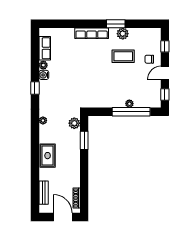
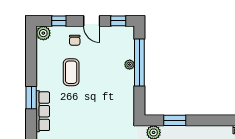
window: (116, 24) -> (31, 98), moved
plant: (123, 34) -> (43, 33), moved

